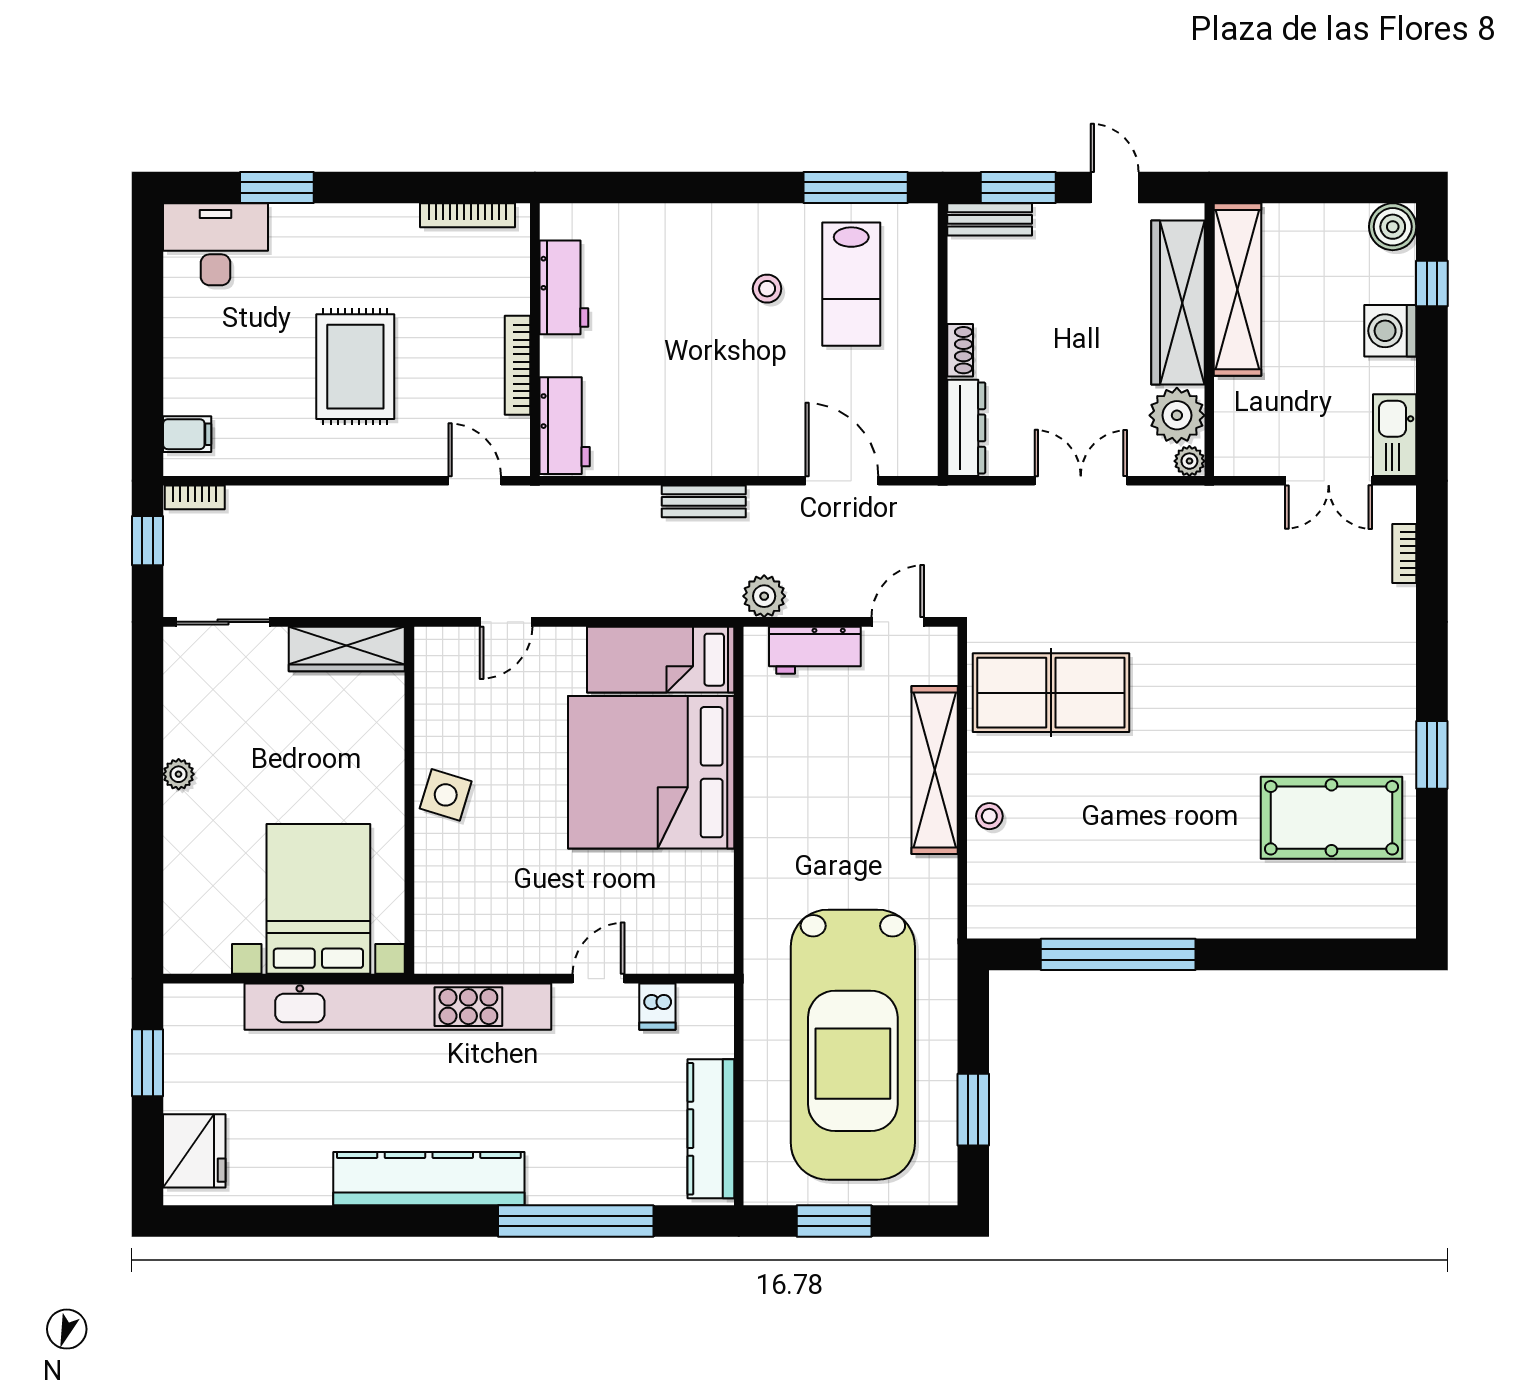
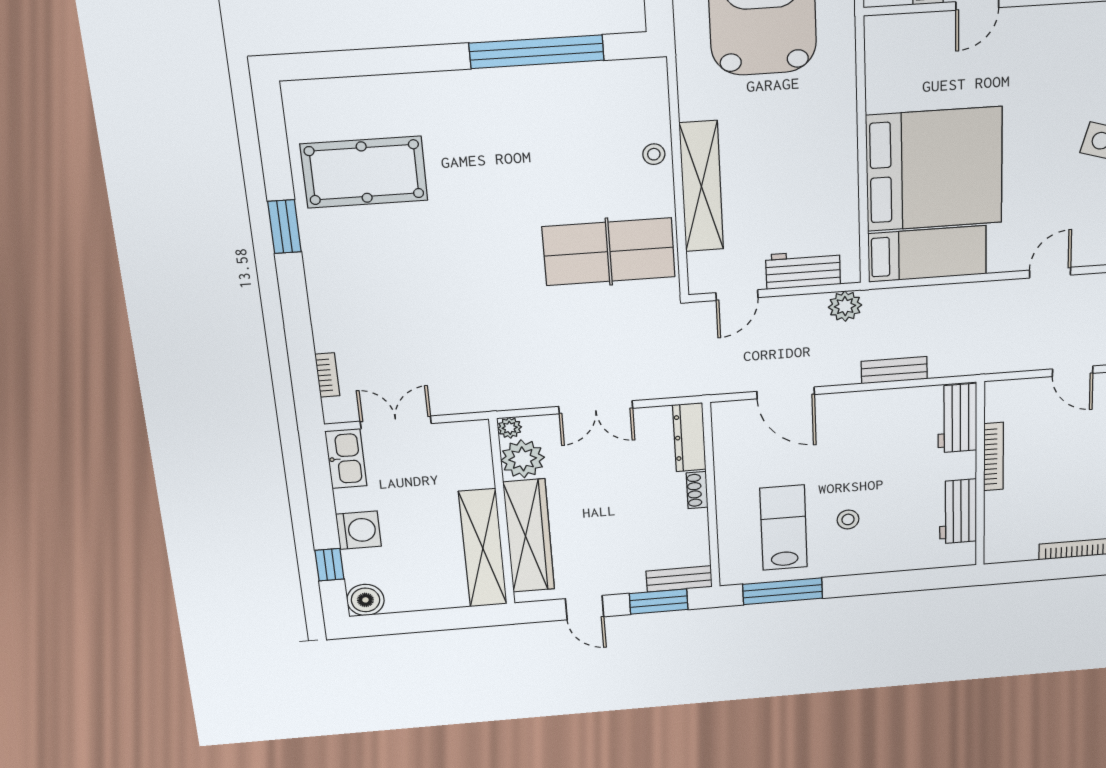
workbench: (564, 287) -> (958, 511), moved
wall: (535, 340) -> (980, 475), moved
bookcase: (517, 365) -> (994, 457), moved
workbench: (565, 426) -> (957, 418), moved

